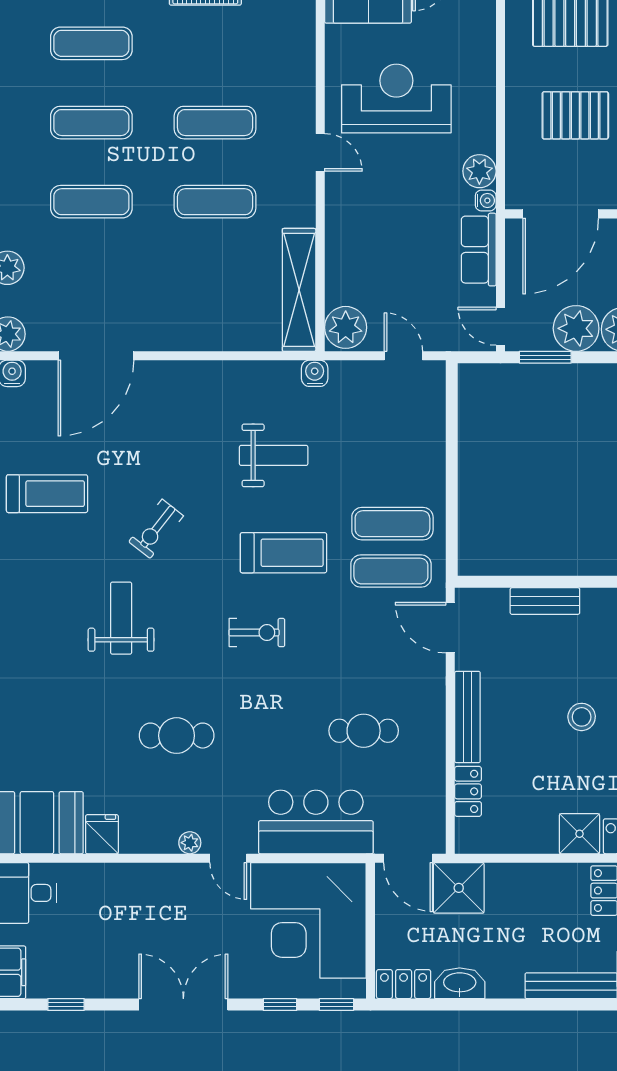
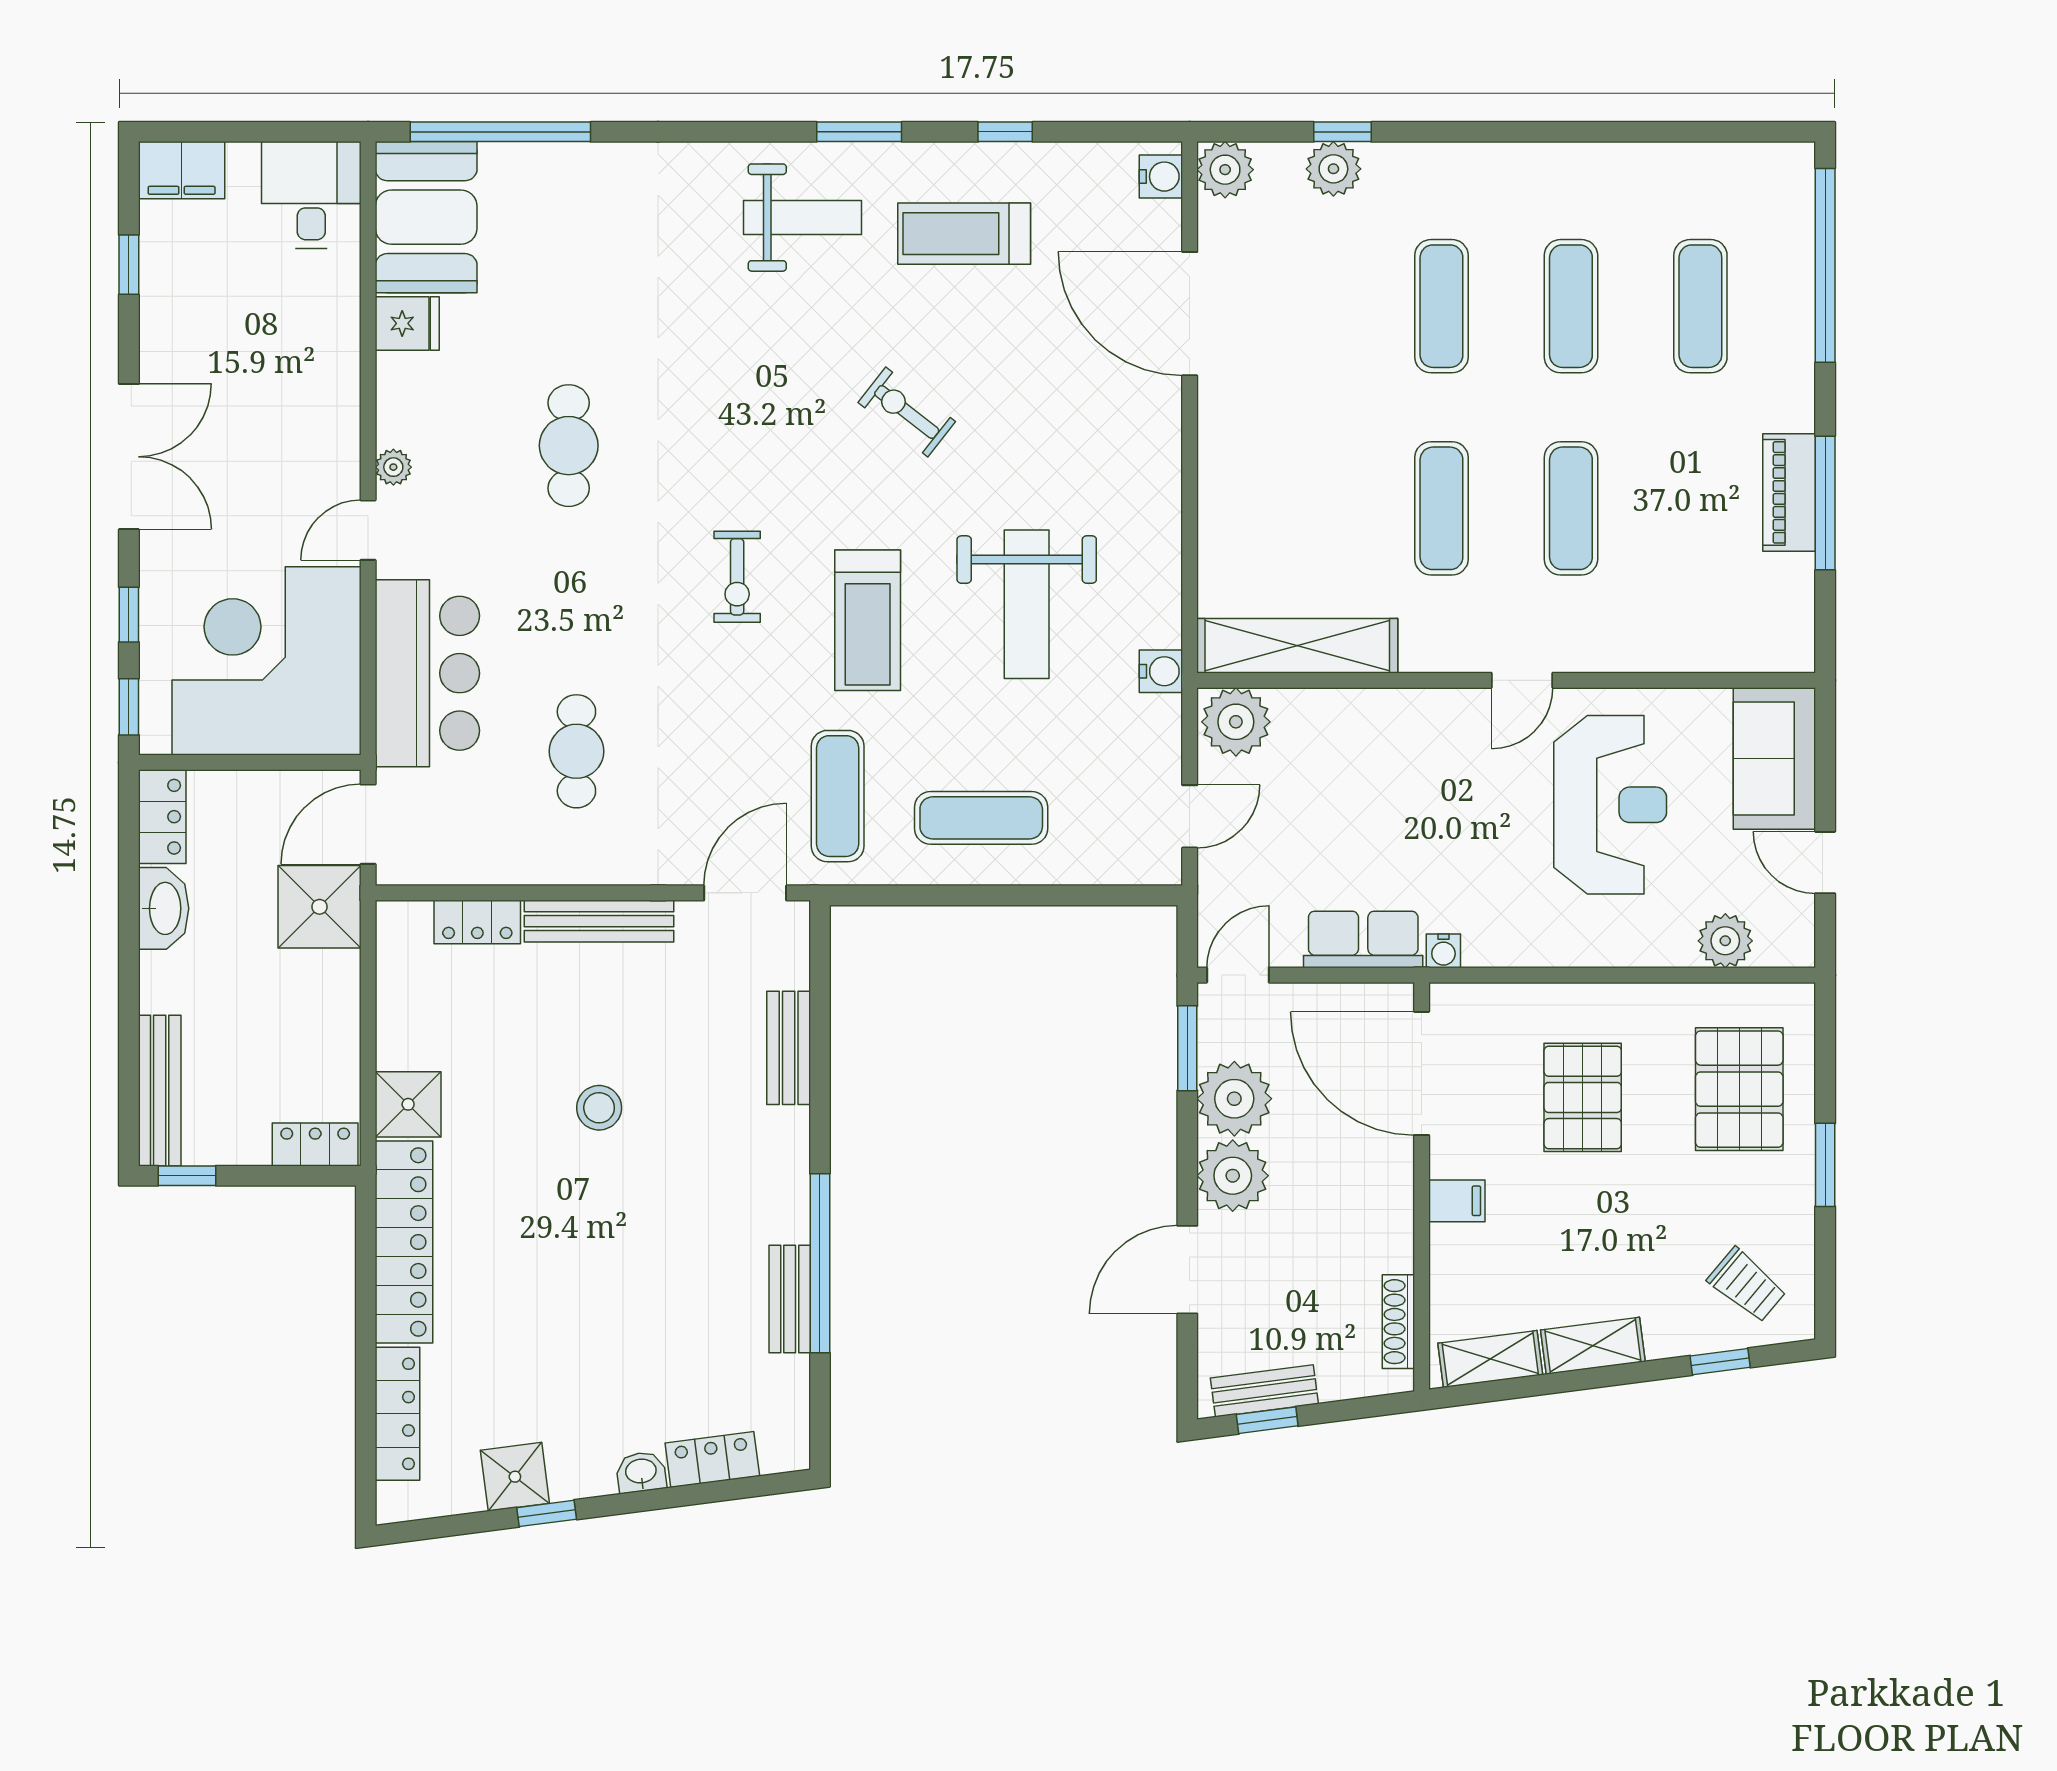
plant: (479, 171) -> (1725, 941), moved
weight bench: (274, 455) -> (1027, 604), width x1.36, depth x1.33
treadmill: (47, 494) -> (964, 234), turned 90
exercise mat: (392, 524) -> (981, 818), moved, turned 90
weight bench: (121, 618) -> (803, 218), moved

